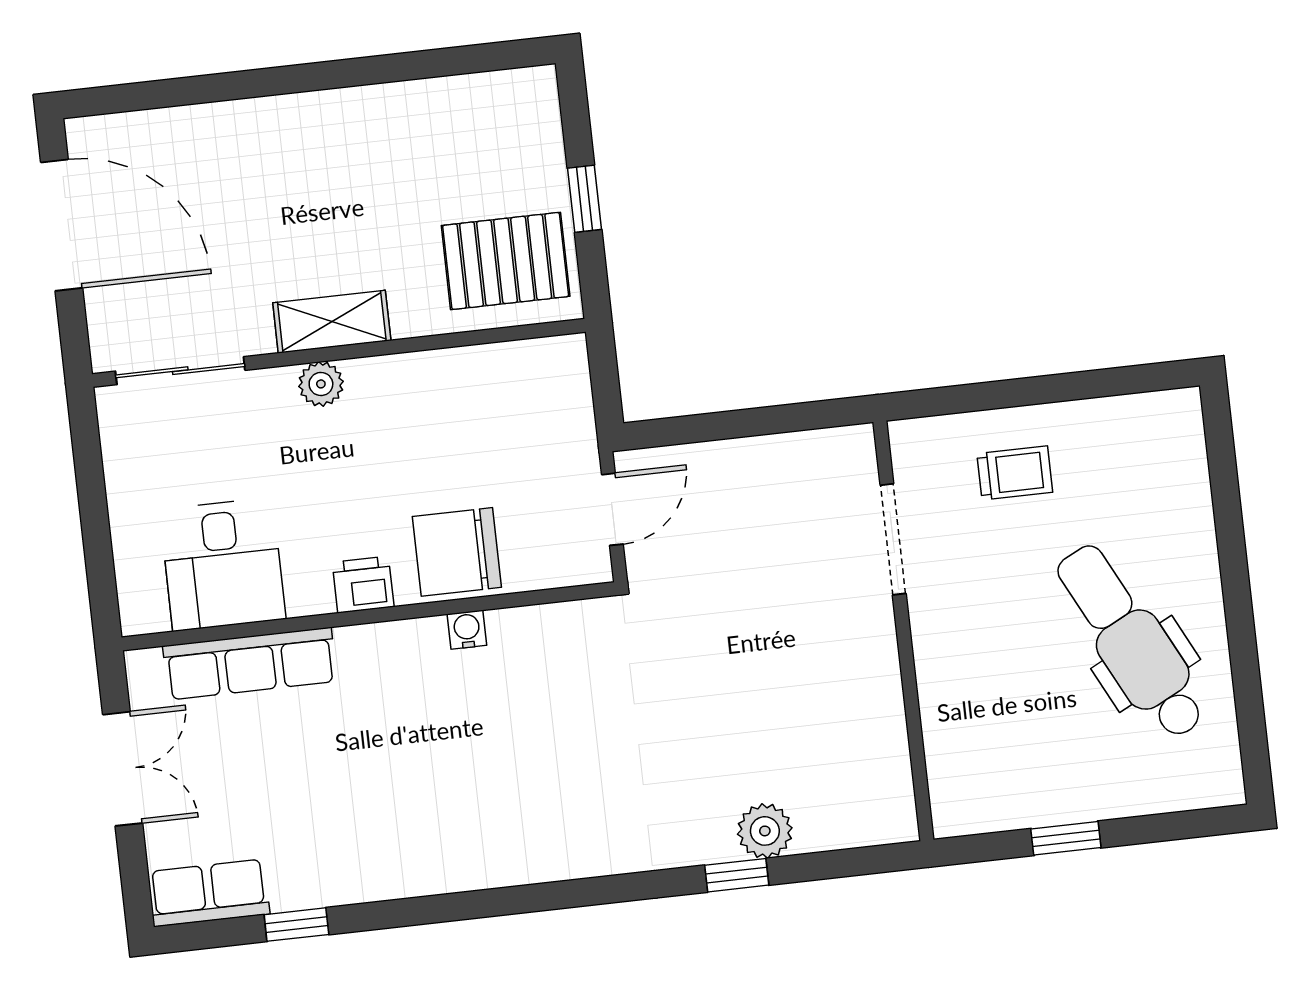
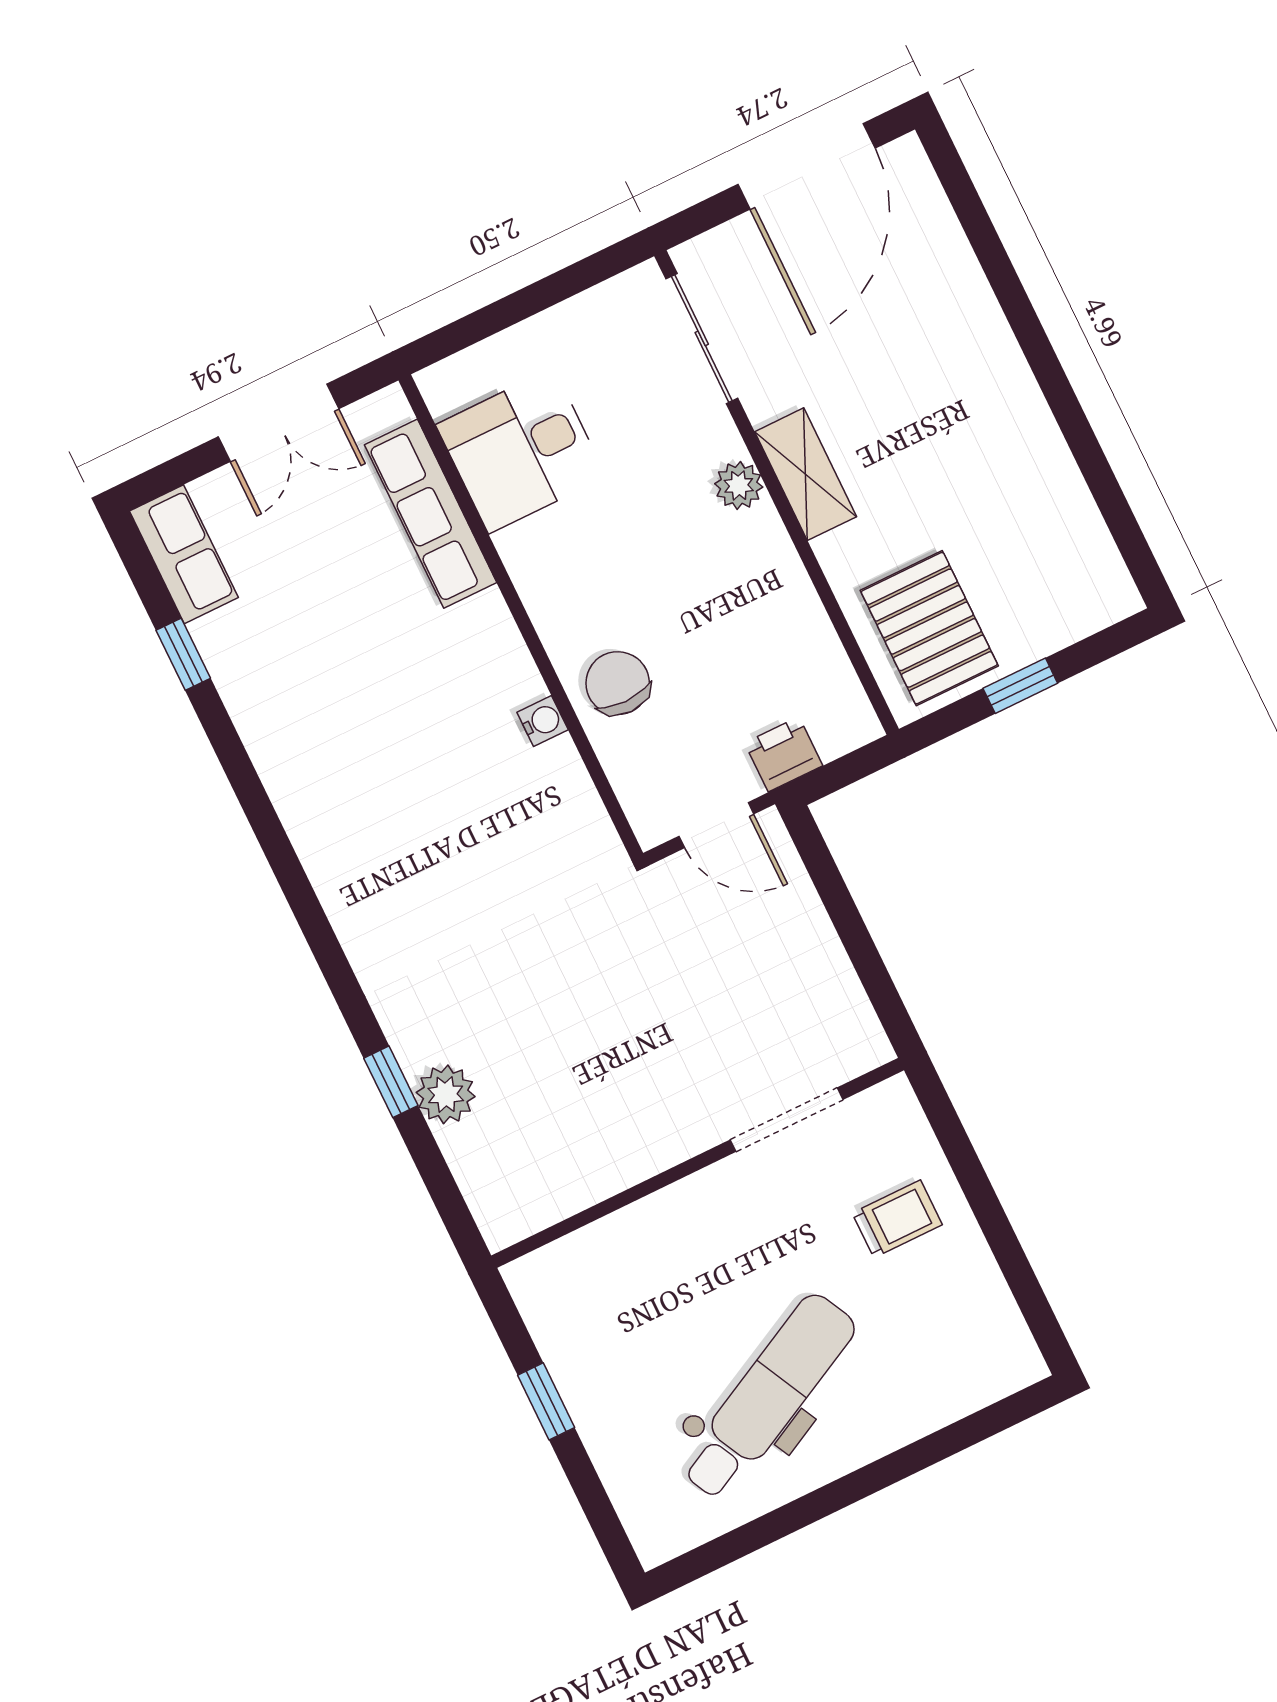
trolley: (1015, 473) -> (897, 1219), turned -90
chair: (457, 552) -> (618, 683), width x0.73, depth x0.73
printer: (363, 585) -> (784, 754), moved, turned -90

